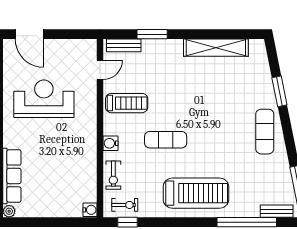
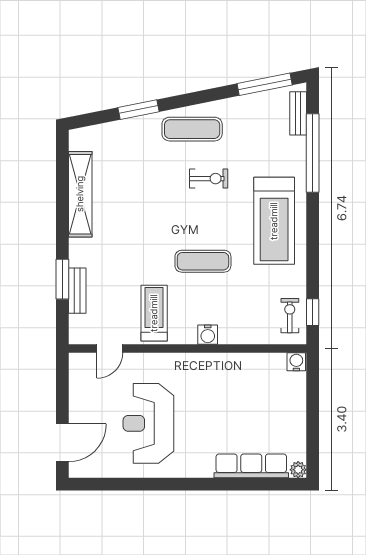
bench: (124, 45) -> (77, 291), moved
door: (100, 70) -> (110, 349), swing flipped
exercise mat: (166, 140) -> (203, 261), turned 90
exercise bike: (113, 175) -> (209, 179), moved
treadmill: (196, 193) -> (274, 221), turned 180

